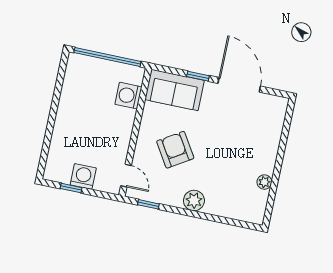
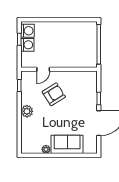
sofa: (175, 90) -> (67, 144), moved, turned 90
washing machine: (128, 96) -> (27, 31), moved, turned 90
door: (126, 176) -> (43, 69), moved

